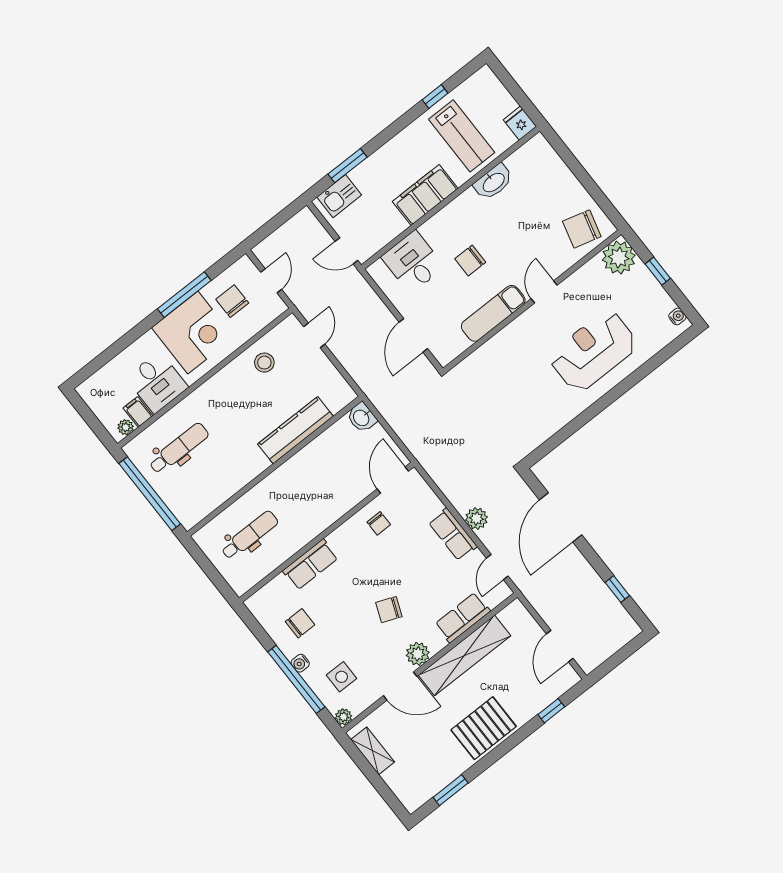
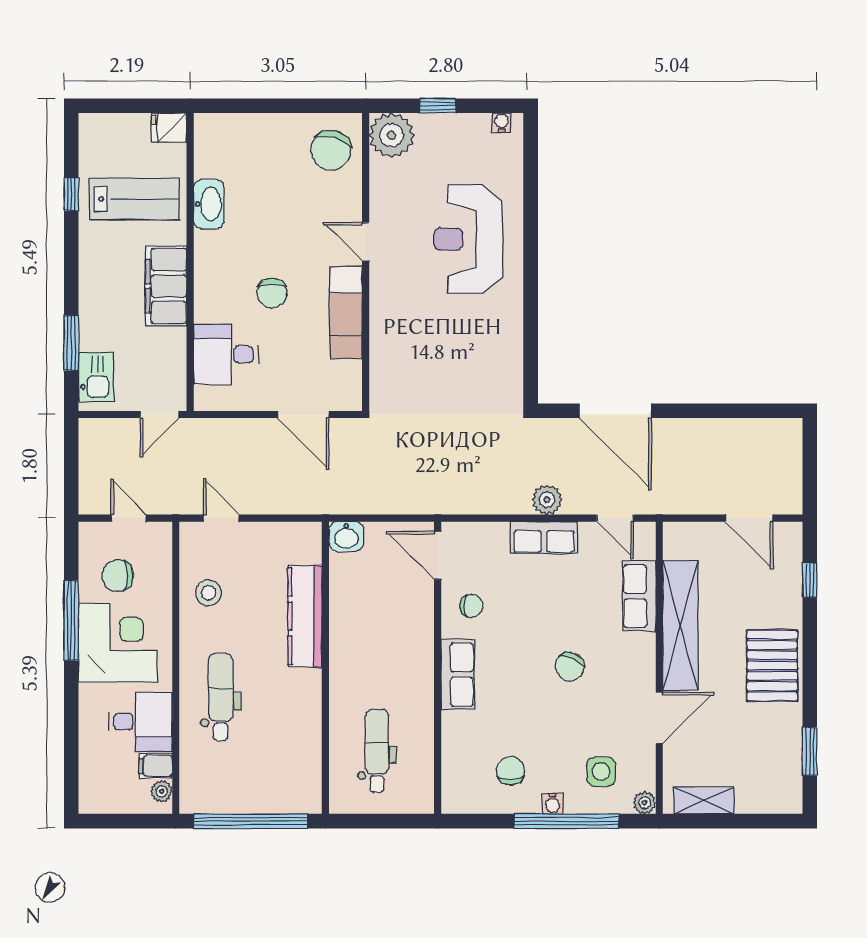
dental chair: (179, 448) -> (221, 697), moved
row of seats: (310, 564) -> (458, 675), moved
window: (617, 589) -> (737, 411), removed
plant: (418, 654) -> (640, 673), removed

